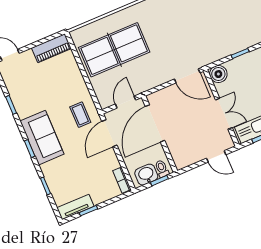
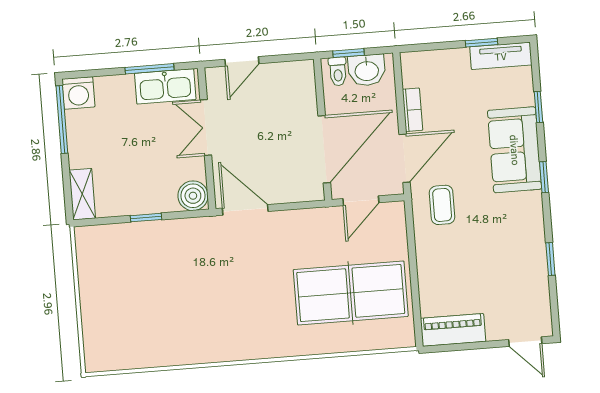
sofa: (42, 138) -> (515, 150), moved
door: (216, 156) -> (242, 61), swing flipped
bookcase: (122, 180) -> (412, 110), moved

